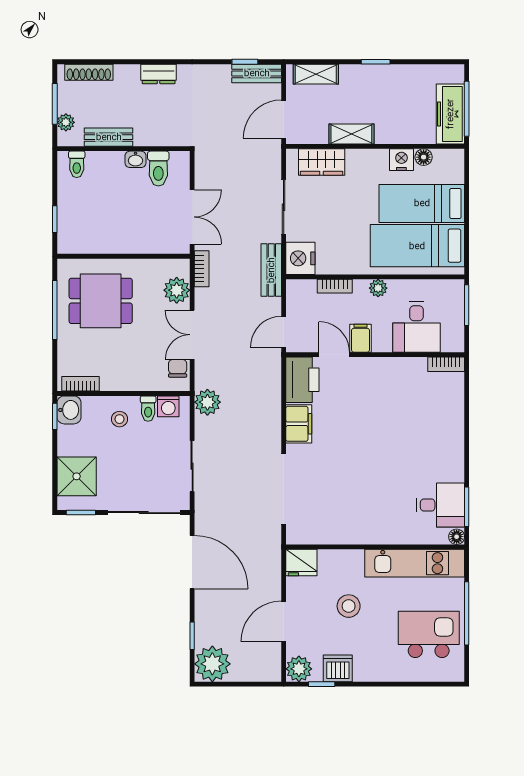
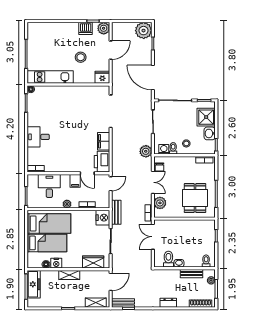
shelving: (351, 134) -> (69, 275), moved
dining table: (101, 301) -> (195, 198), turned 90
washbasin: (69, 410) -> (210, 133), moved
desk: (441, 505) -> (38, 137), moved
kitchen island: (429, 634) -> (44, 44), removed

